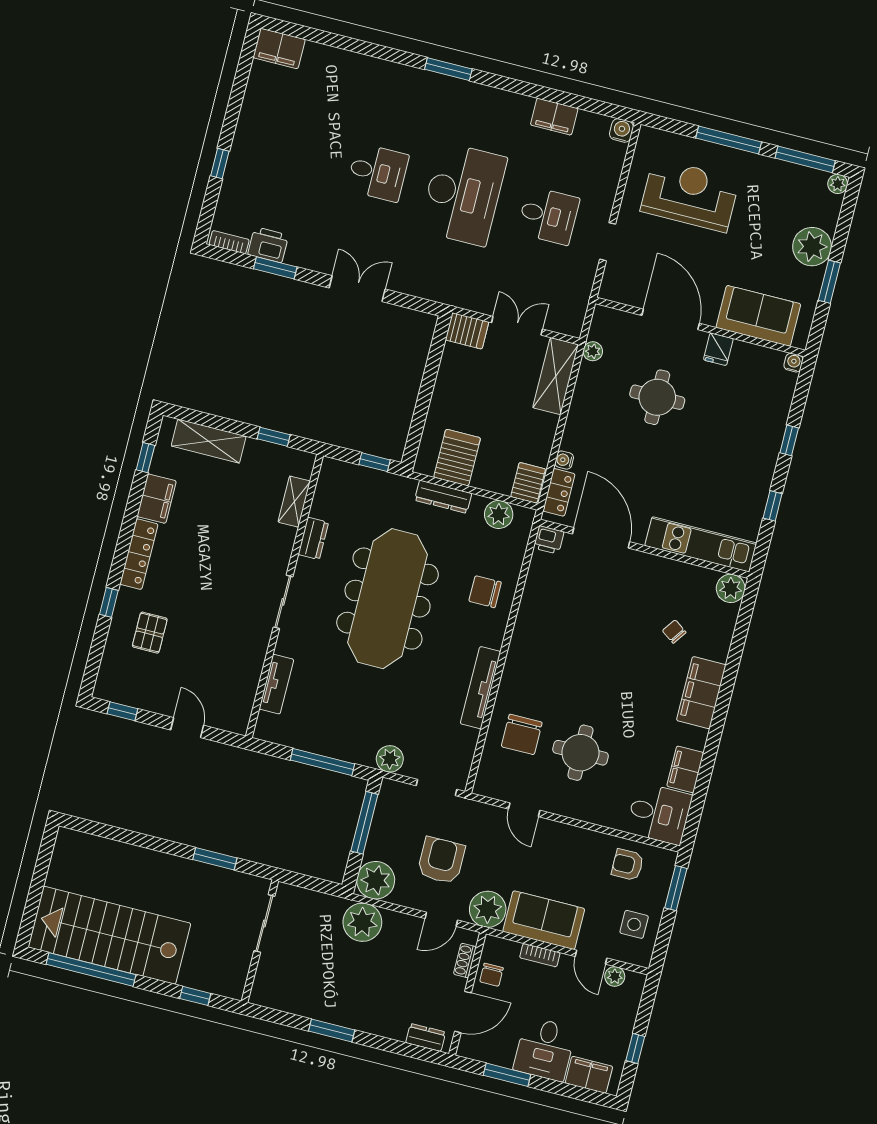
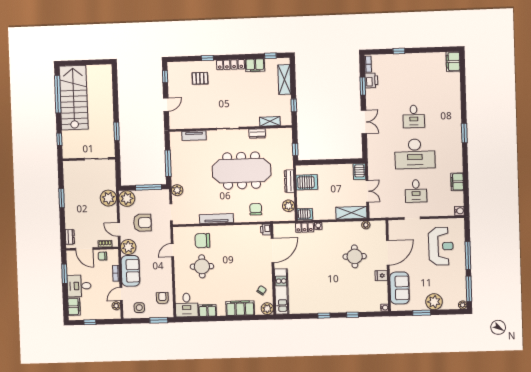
door: (601, 538) -> (273, 250), moved
printer: (549, 540) -> (266, 230), moved
kitchen unit: (701, 544) -> (282, 292), moved
wall: (644, 549) -> (273, 269), moved
plant: (731, 588) -> (267, 309), moved

